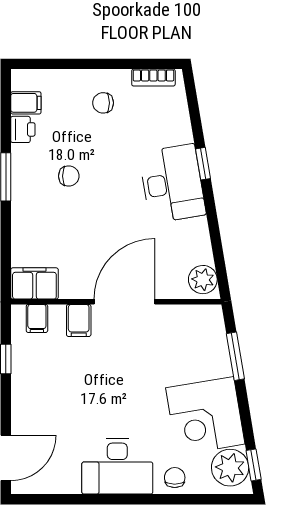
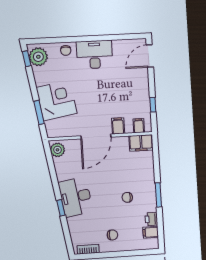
corner desk: (205, 416) -> (57, 100), moved

